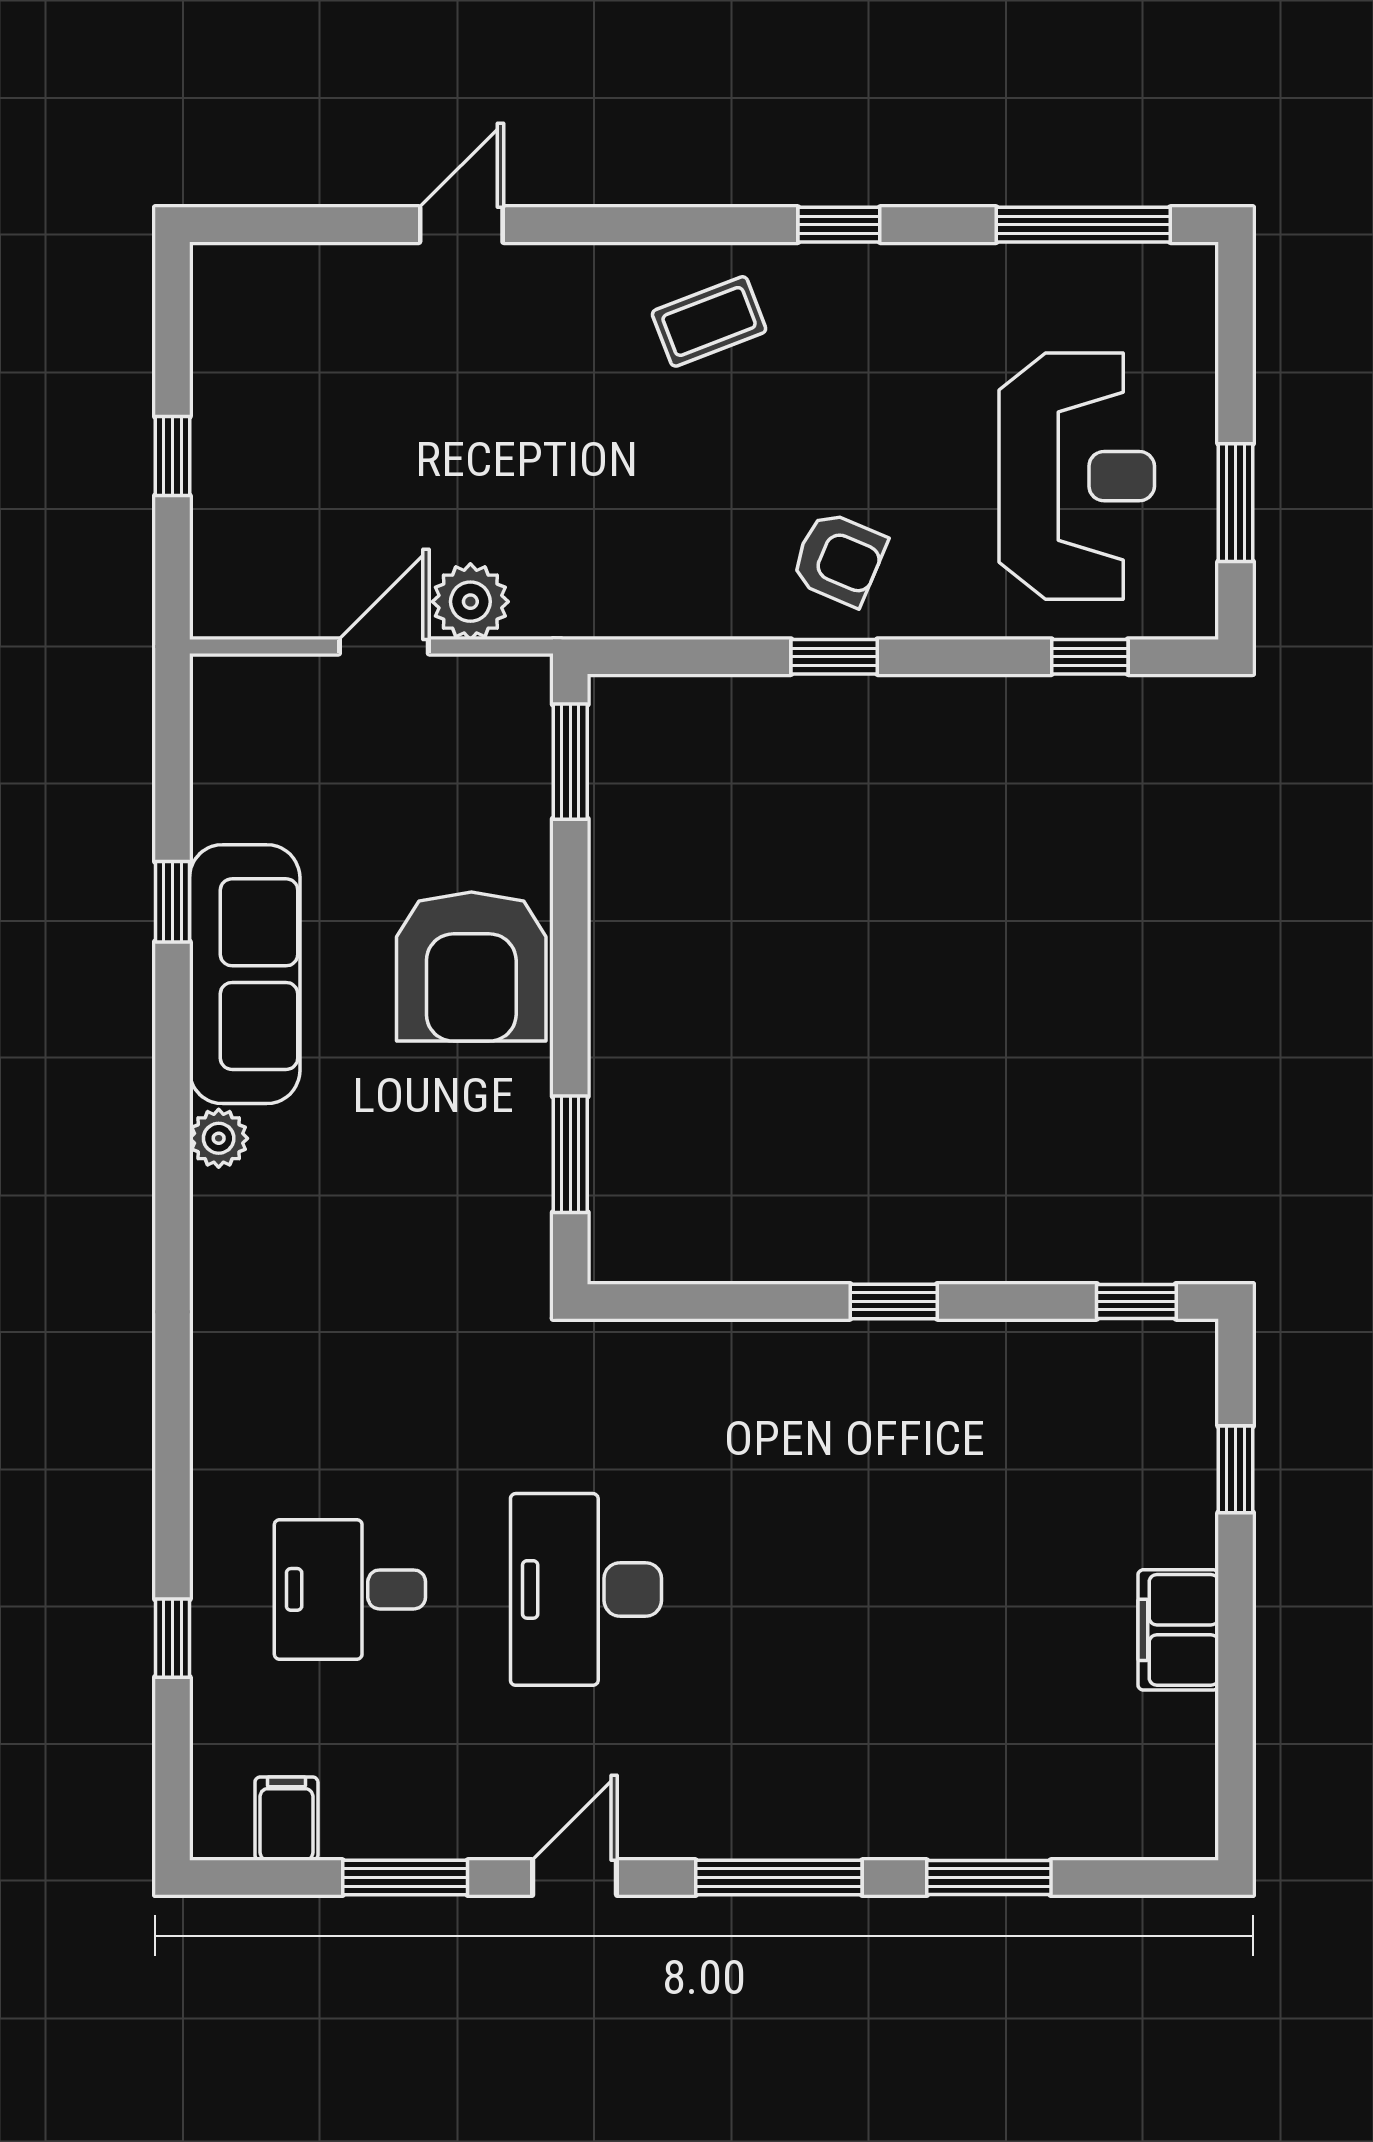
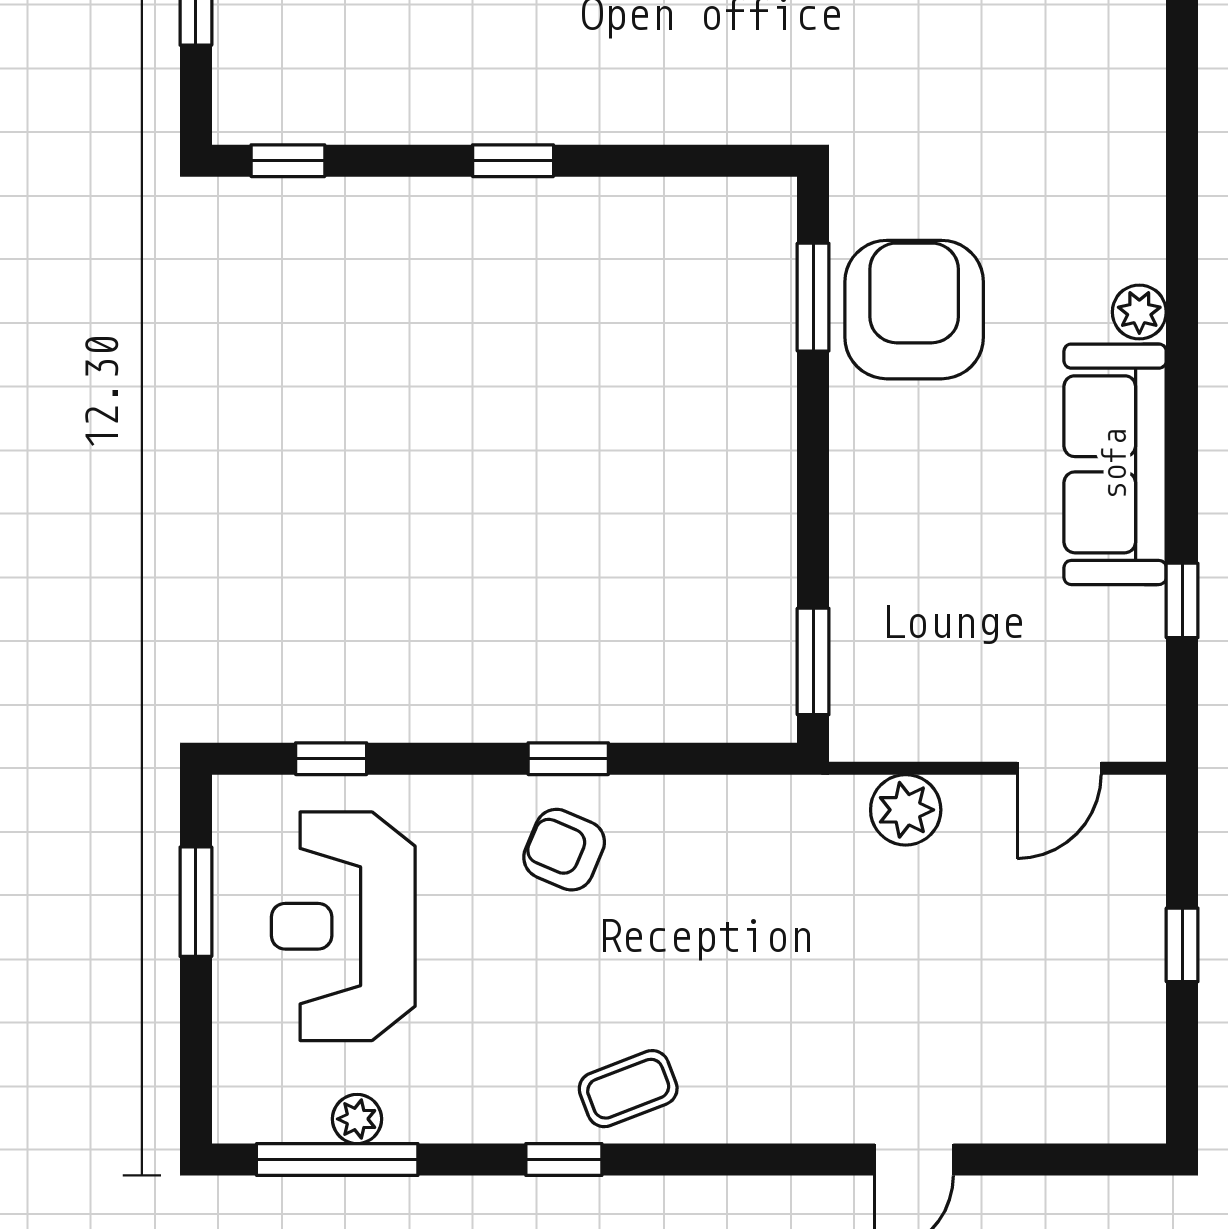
plant: (1062, 268) -> (357, 1119), added
coffee table: (709, 321) -> (628, 1089), moved
door: (384, 646) -> (1059, 768), moved
window: (172, 902) -> (1182, 600), moved
armchair: (471, 967) -> (914, 310), moved

